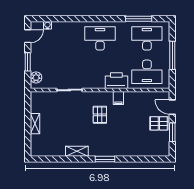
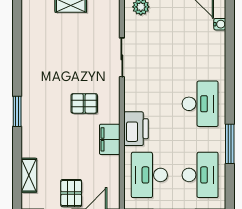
window: (139, 19) -> (230, 144), moved
filing cabinet: (118, 98) -> (110, 139), width x2.00
shelving: (77, 151) -> (29, 175), moved

